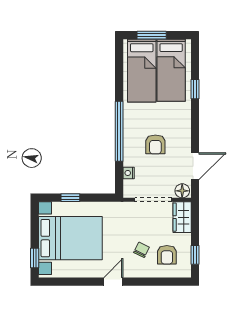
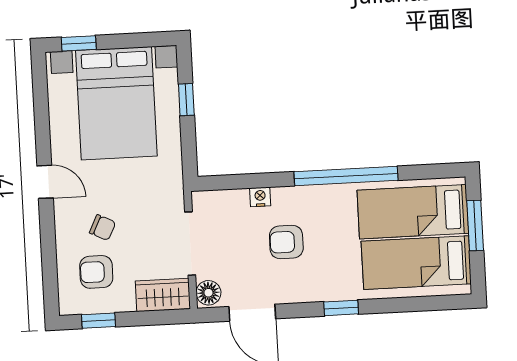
window: (195, 89) -> (341, 308), moved
window: (119, 131) -> (346, 176), moved
nightstand: (129, 173) -> (260, 197), moved

